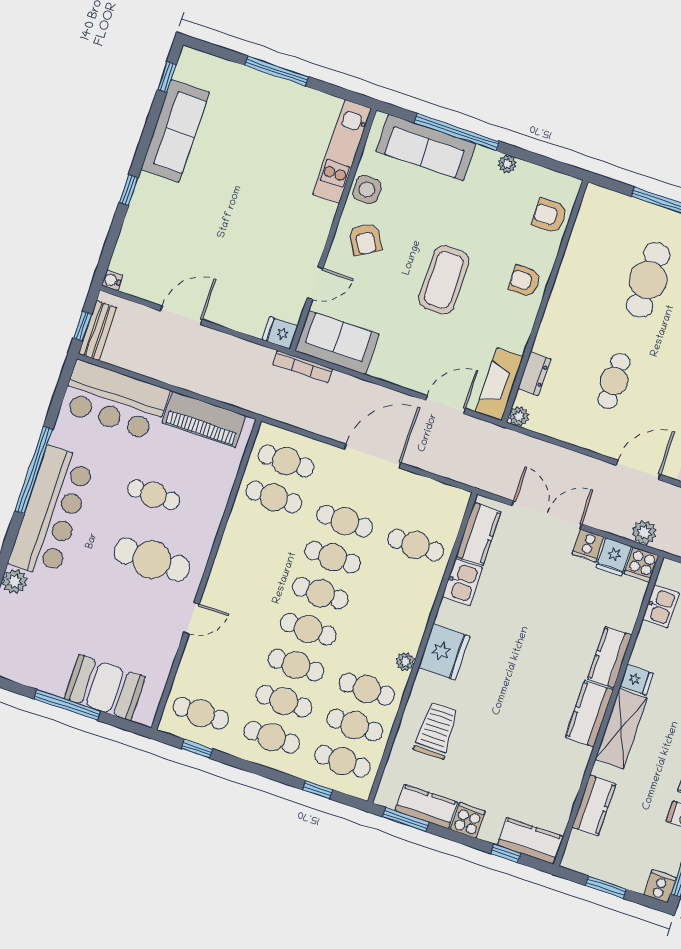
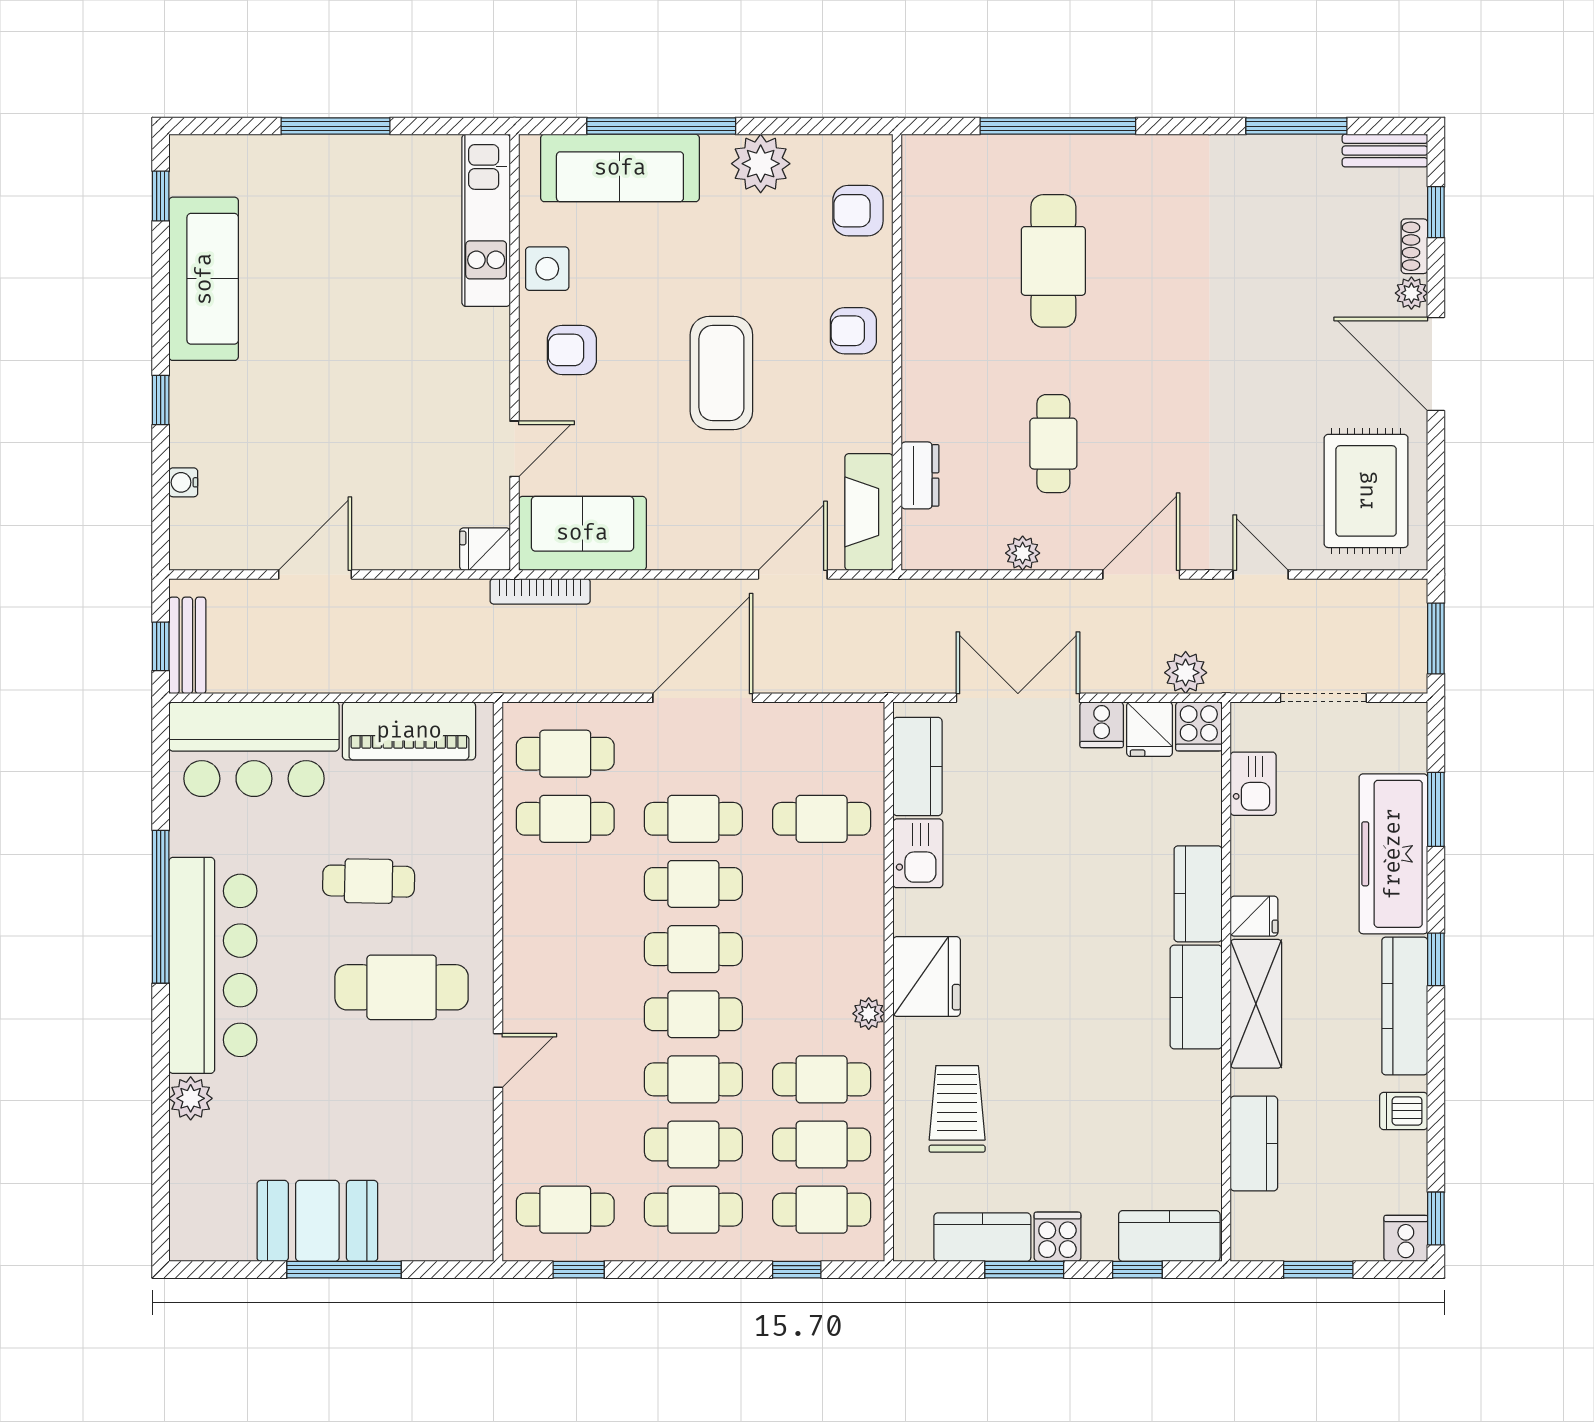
plant: (507, 164) -> (761, 164), width x1.87, depth x1.87
armchair: (365, 239) -> (572, 350), turned 120
water cooler: (112, 280) -> (183, 482), moved
plant: (519, 416) -> (1023, 553), moved
booth: (105, 688) -> (317, 1221), moved
window: (406, 819) -> (1024, 1270), moved

